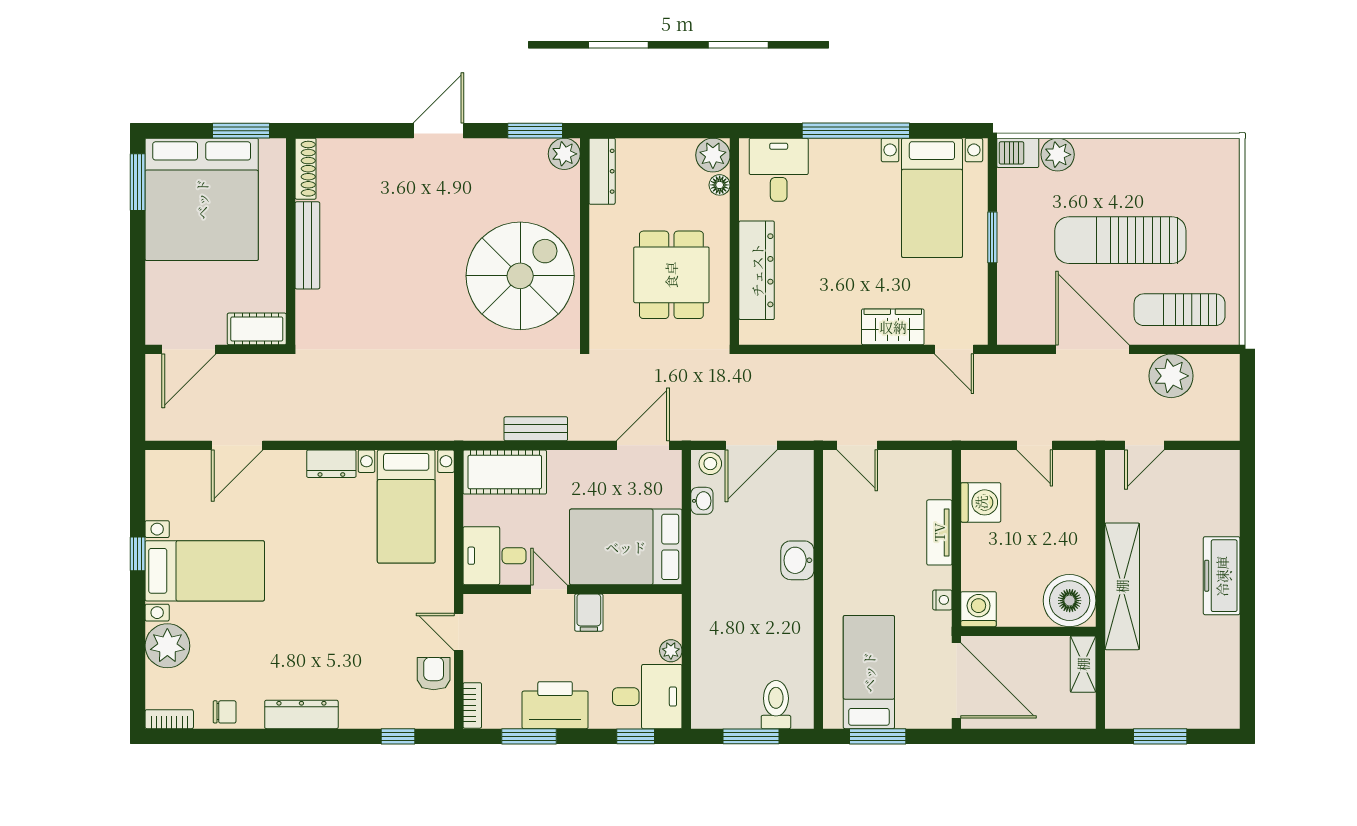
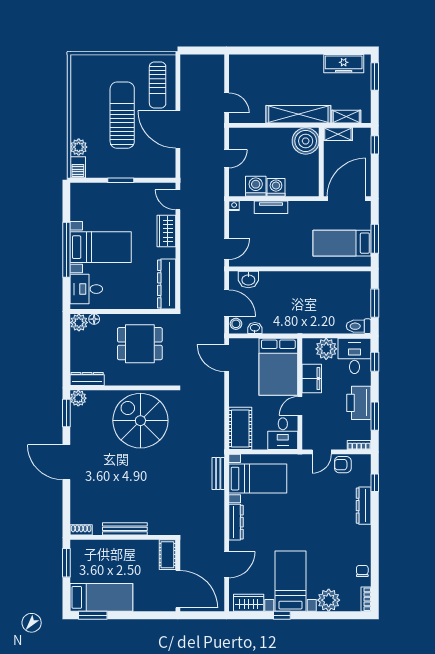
door: (438, 131) -> (66, 462), width x1.36
shoe rack: (306, 169) -> (81, 530), width x0.70
bed with nightstands: (932, 198) -> (101, 247), moved
bed: (202, 199) -> (101, 597), width x0.49
sun lounger: (1120, 240) -> (122, 115), turned 180
dresser: (757, 270) -> (167, 284), moved, turned -90
door: (189, 349) -> (178, 589), width x1.36
door: (954, 349) -> (178, 200), swing flipped
door: (1092, 349) -> (178, 129), hinge flipped
plant: (1171, 376) -> (191, 89), removed
bench: (536, 429) -> (218, 474), moved
door: (237, 445) -> (227, 565), hinge flipped
dresser: (331, 464) -> (236, 522), width x1.44
wardrobe: (162, 489) -> (249, 603), added
washbasin: (797, 560) -> (248, 280), moved
freezer: (1222, 576) -> (344, 64), moved
nightstand: (942, 600) -> (234, 206), moved
washing machine: (979, 609) -> (276, 187), moved, turned 90
filing cabinet: (589, 613) -> (312, 379), width x2.00
plant: (671, 651) -> (326, 349), width x1.88, depth x1.88
shelving: (1117, 680) -> (346, 117), added
toilet: (776, 705) -> (359, 326), moved
dresser: (301, 714) -> (364, 506), moved
window: (1062, 736) -> (375, 145), added
window: (1160, 736) -> (375, 77), moved

